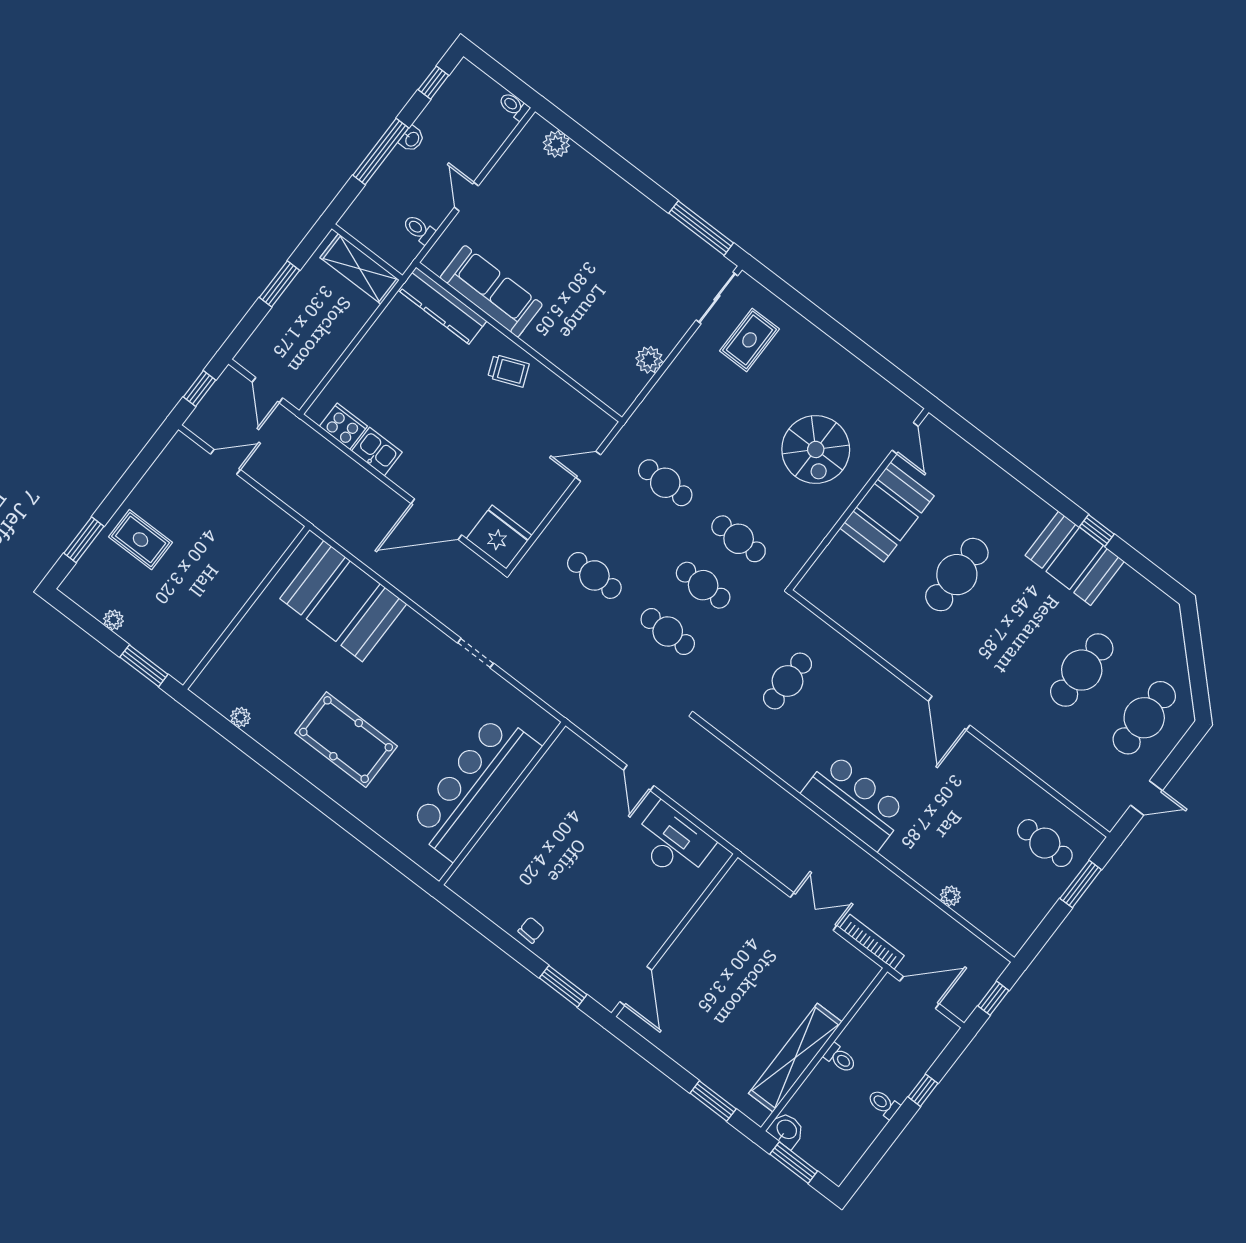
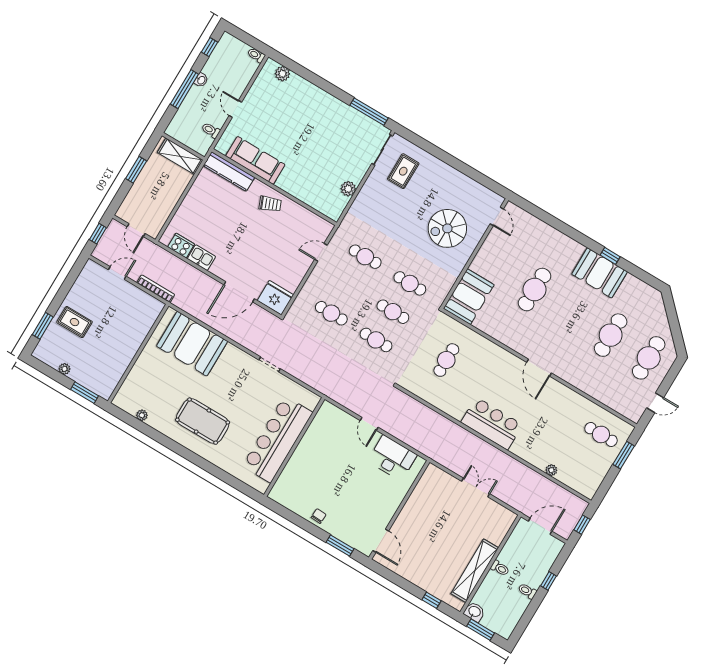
spiral stairs: (816, 449) -> (447, 228), turned 90
booth: (887, 512) -> (469, 297), moved
bookcase: (872, 942) -> (156, 289), moved
window: (713, 1101) -> (431, 600), width x0.67

